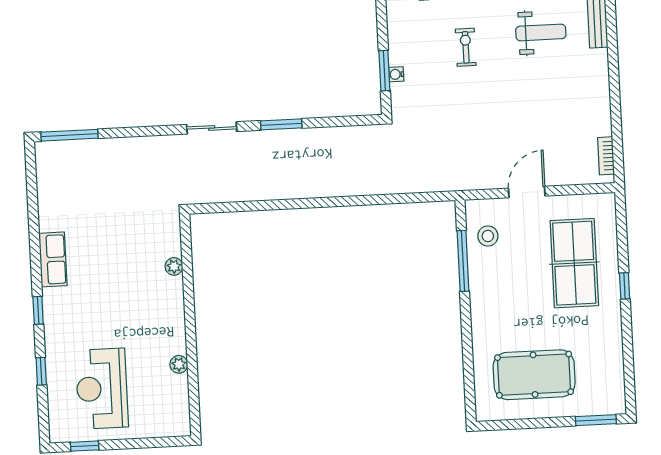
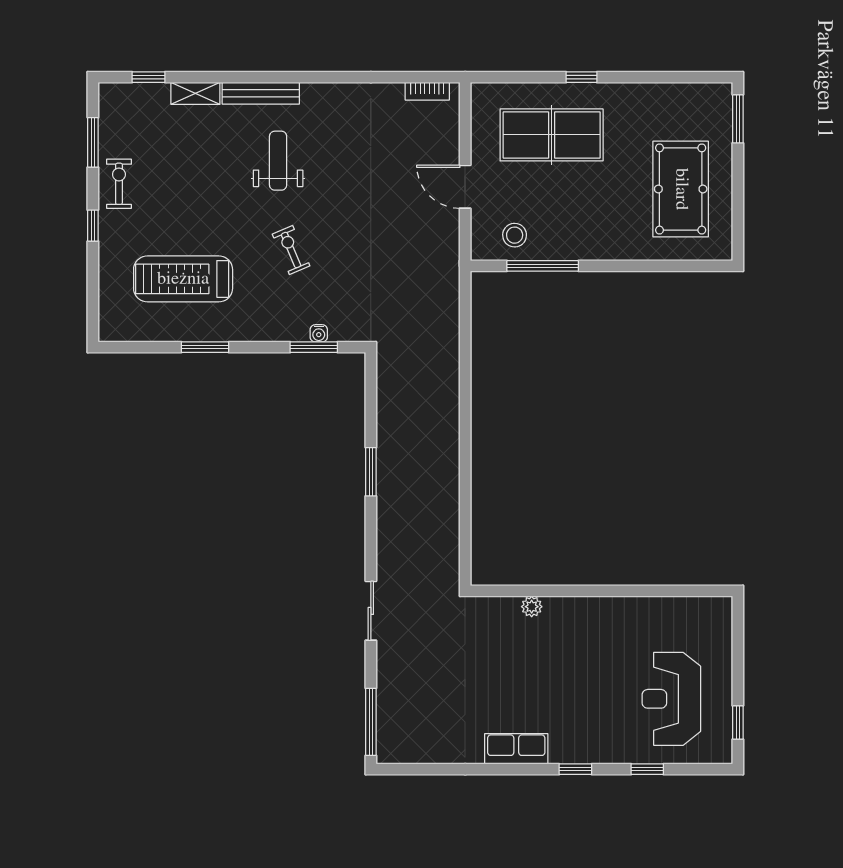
exercise bike: (466, 47) -> (291, 250), turned 67
sliding door: (212, 128) -> (371, 611), moved
plant: (179, 364) -> (647, 607), removed
reception desk: (102, 389) -> (671, 699), turned 90

